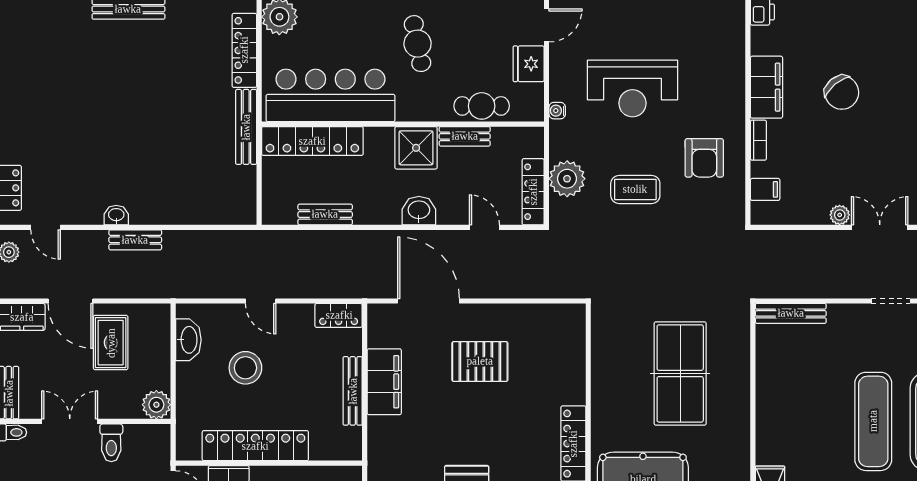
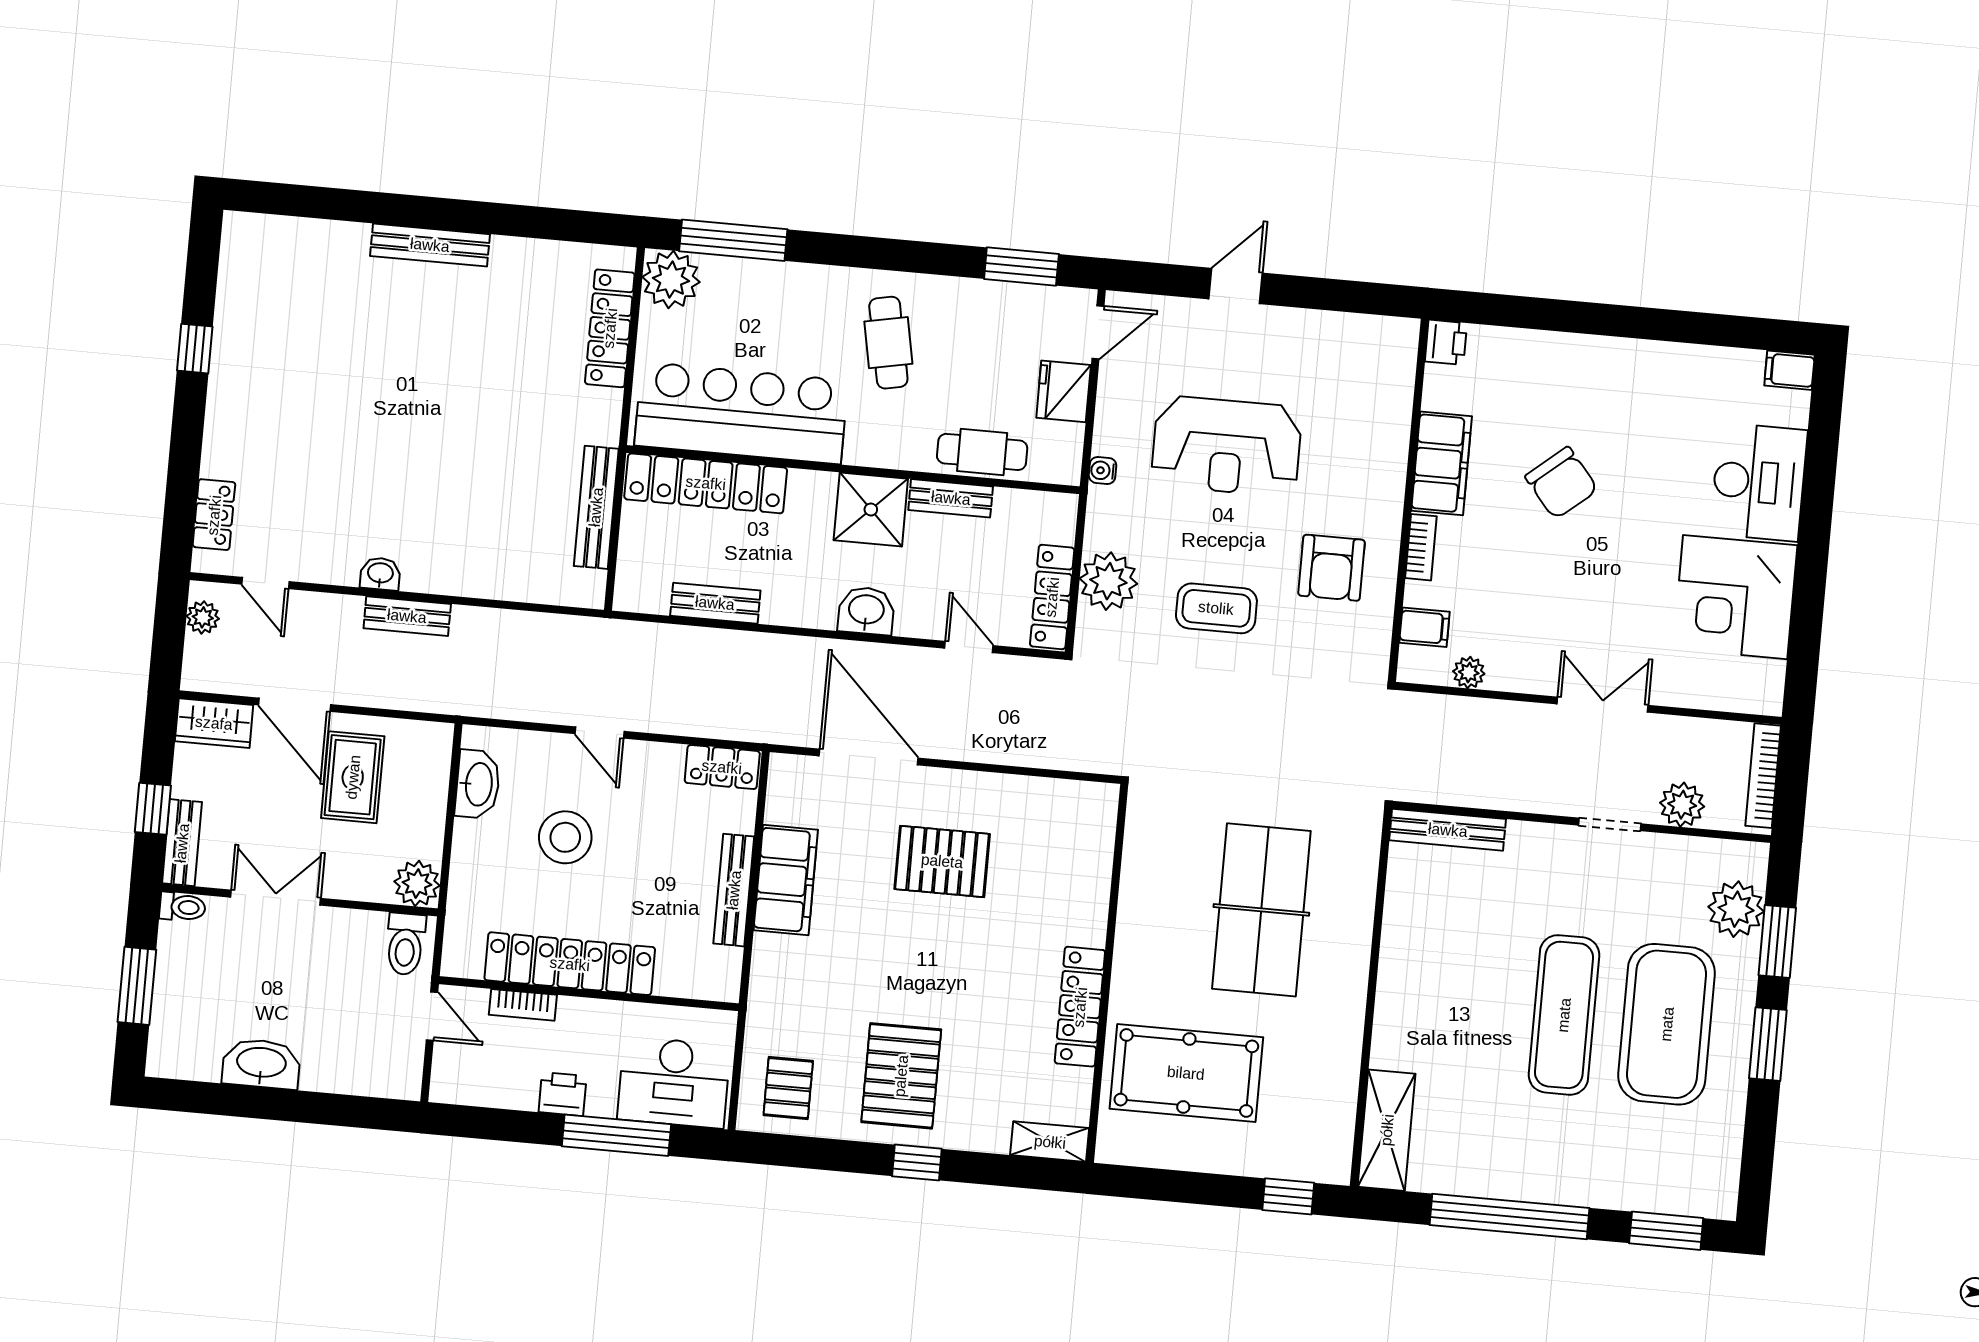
bench: (246, 127) -> (596, 507), moved
plant: (840, 215) -> (1469, 672), moved
toilet: (111, 443) -> (405, 944), moved

